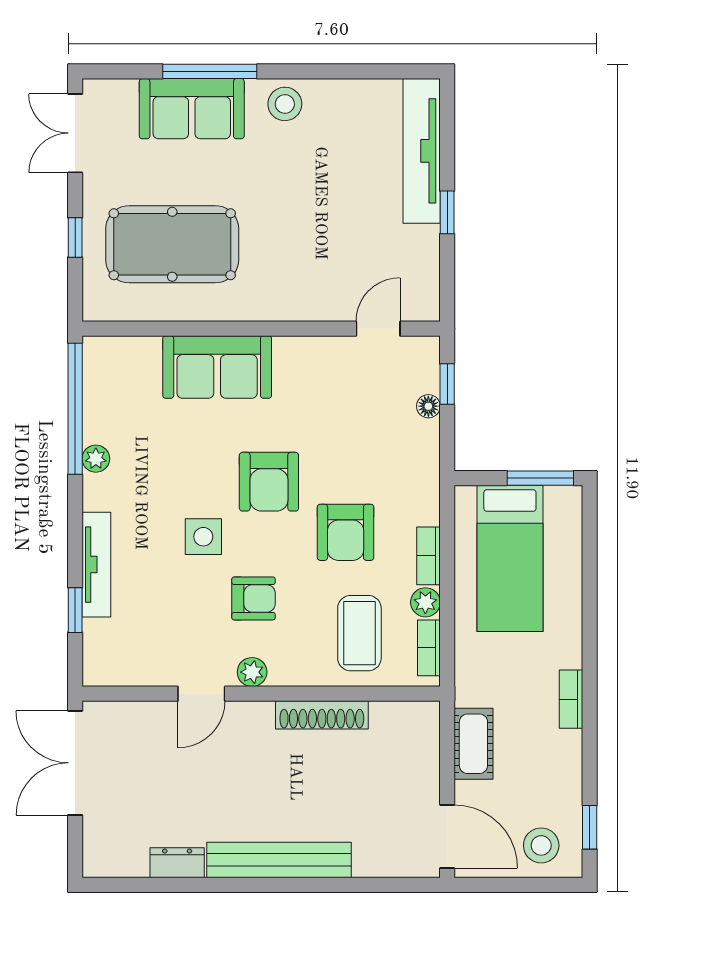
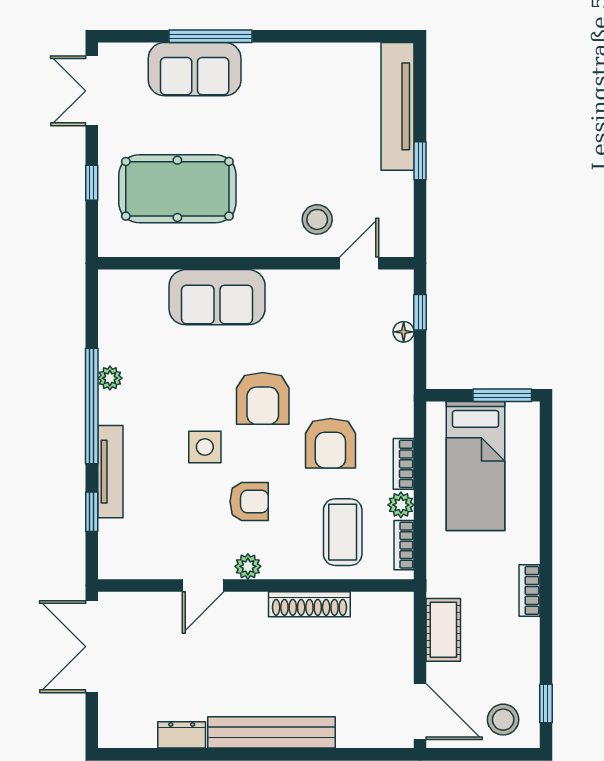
stool: (285, 104) -> (317, 219), moved
window: (75, 409) -> (92, 406), moved

